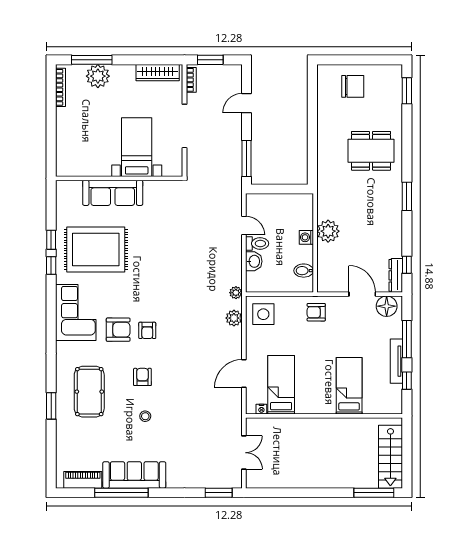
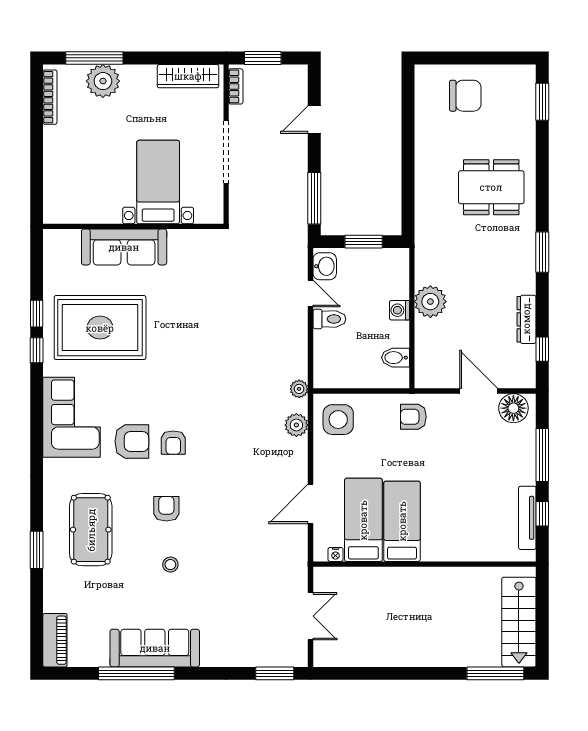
window: (281, 189) -> (364, 242), added
washbasin: (254, 261) -> (325, 266), moved
dresser: (396, 275) -> (526, 319), moved
tv unit: (396, 361) -> (527, 518), moved
bed: (349, 386) -> (402, 521), moved
piano: (83, 480) -> (55, 640), moved, turned 90

